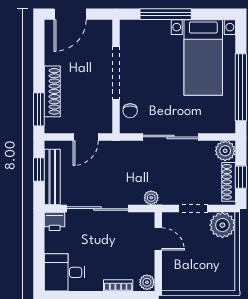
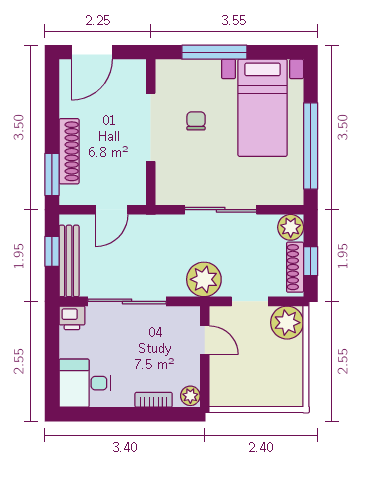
chair: (130, 111) -> (196, 121), moved, turned 180
plant: (151, 198) -> (204, 279), width x1.88, depth x1.88

